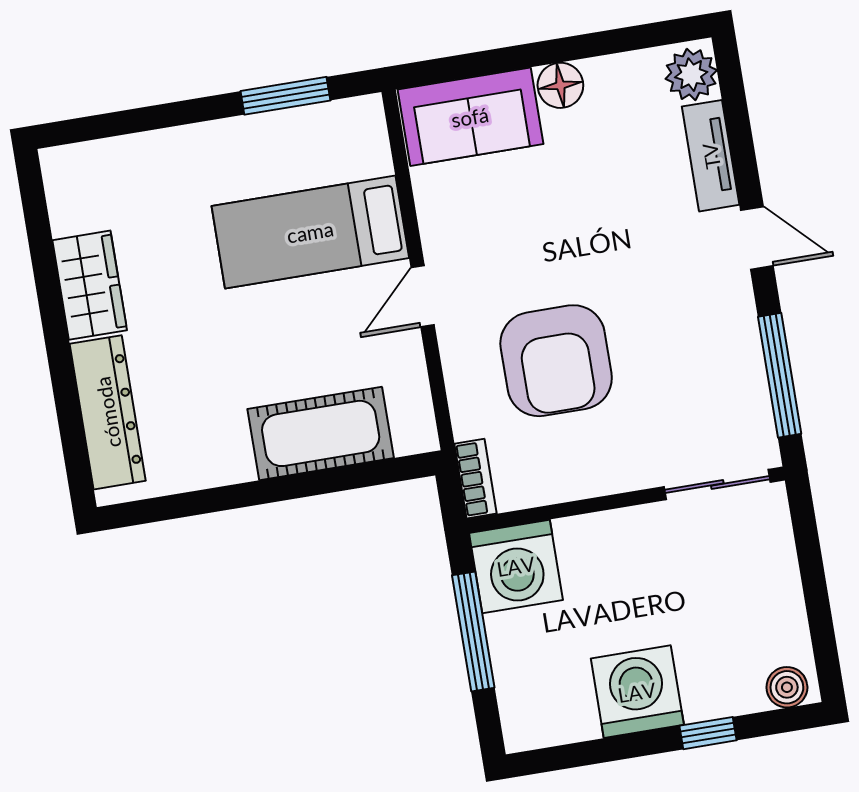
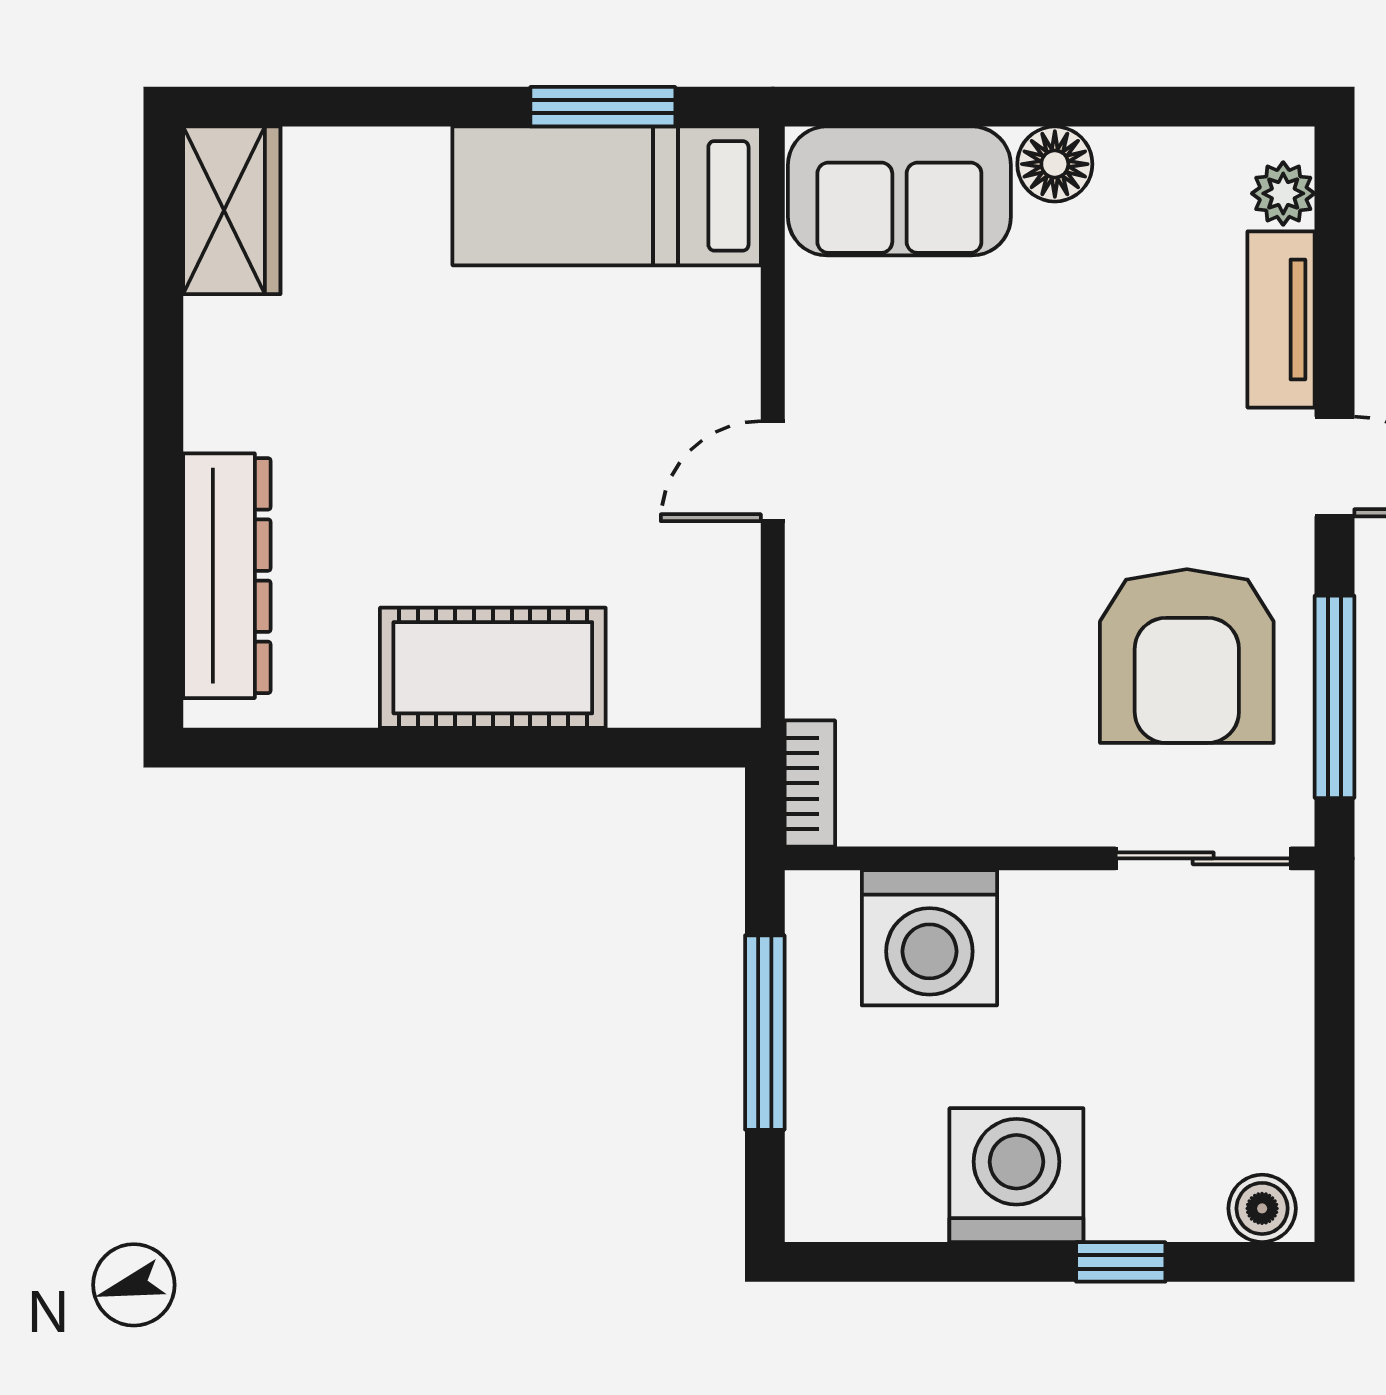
plant: (691, 75) -> (1283, 193), width x0.73, depth x0.73
bed: (310, 232) -> (607, 196), moved
wardrobe: (90, 285) -> (232, 210), moved
armchair: (556, 361) -> (1187, 656), moved
cot: (321, 433) -> (493, 668), moved
washing machine: (516, 566) -> (929, 938), moved

